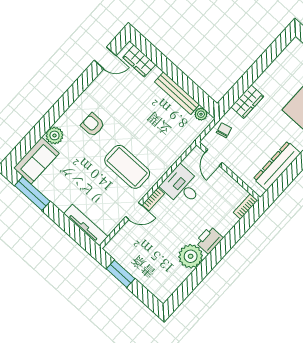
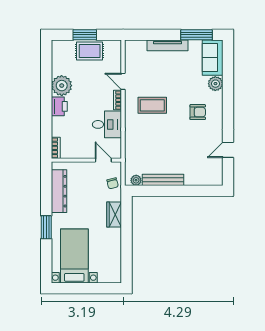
door: (105, 58) -> (228, 150), moved
wardrobe: (139, 61) -> (205, 178), removed
coffee table: (127, 167) -> (152, 105), width x0.73, depth x0.76
door: (134, 211) -> (123, 81), hinge flipped
tv unit: (86, 225) -> (167, 45), moved
rug: (139, 264) -> (90, 51), added
window: (121, 274) -> (85, 35), moved

